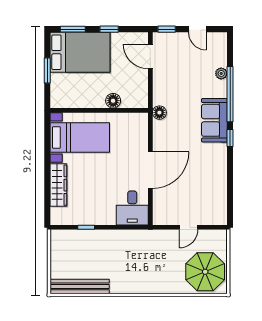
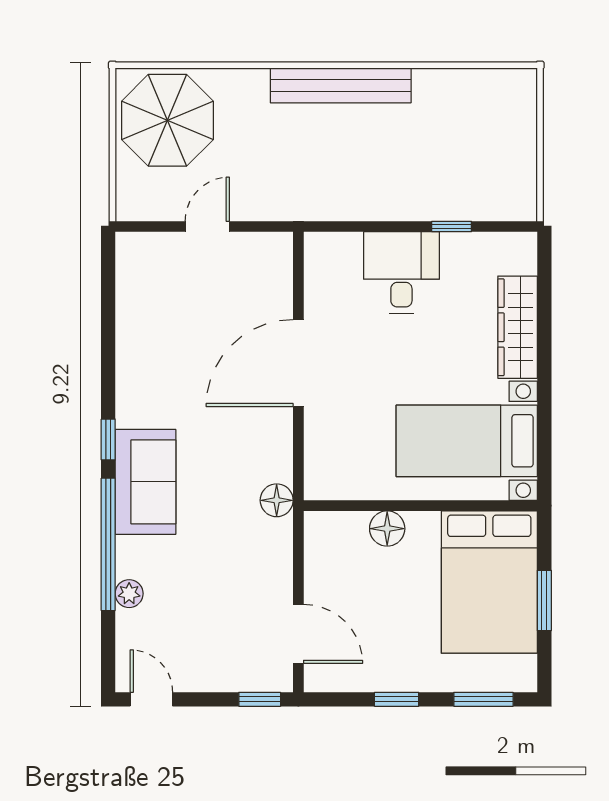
door: (197, 29) -> (151, 699), moved
bed: (80, 52) -> (489, 582), moved, turned -90
desk: (132, 208) -> (401, 273), moved
bench: (80, 286) -> (341, 85), moved

